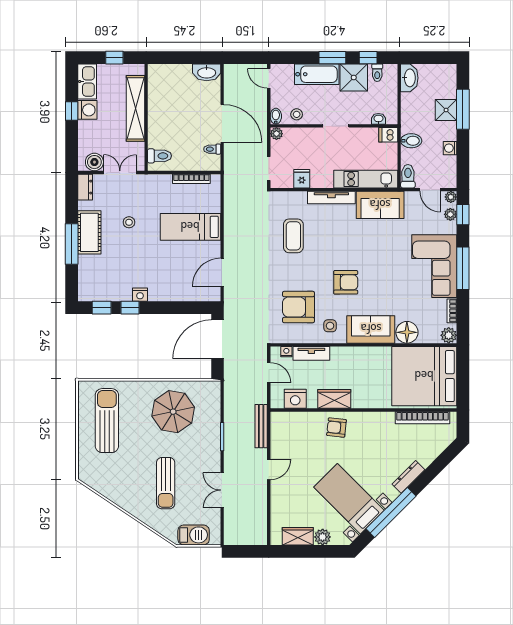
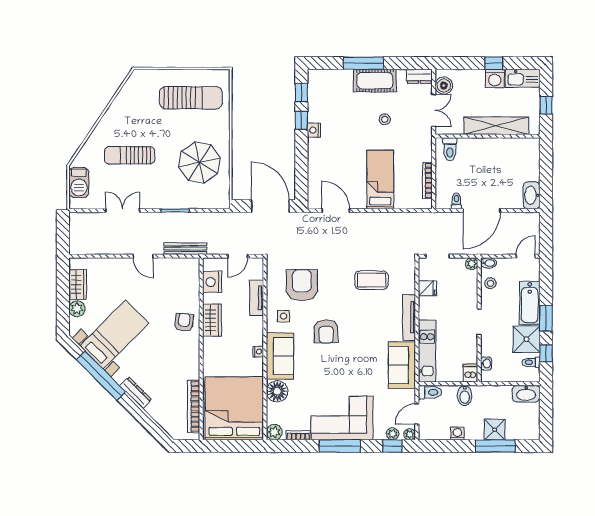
nightstand: (286, 352) -> (258, 352), moved

